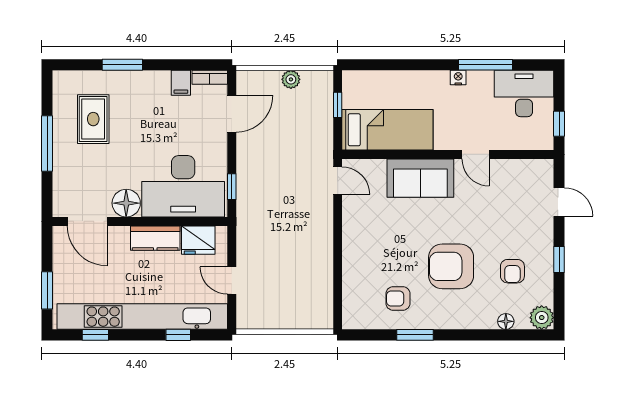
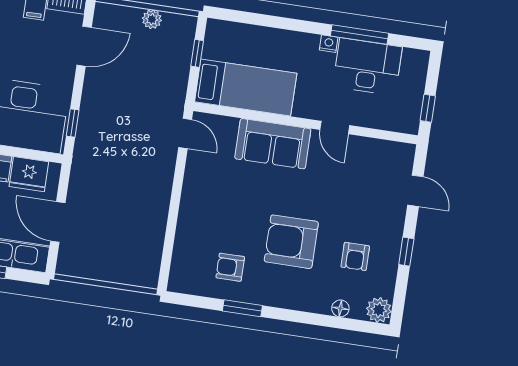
desk: (524, 94) -> (367, 67), moved
door: (232, 280) -> (58, 222), width x1.38

